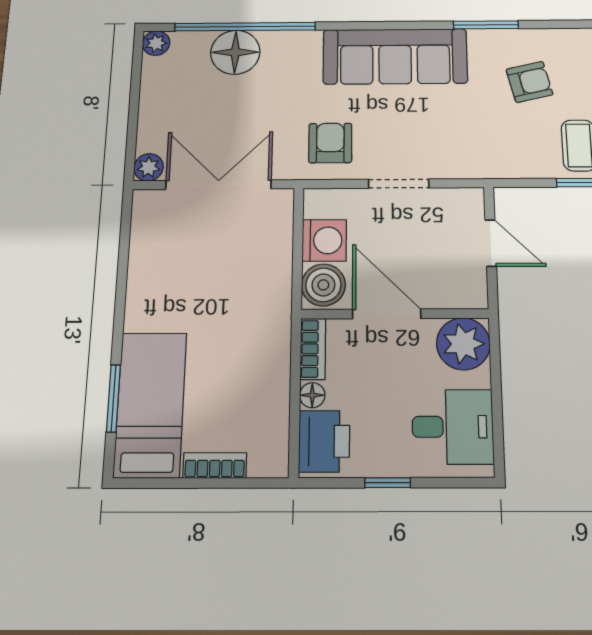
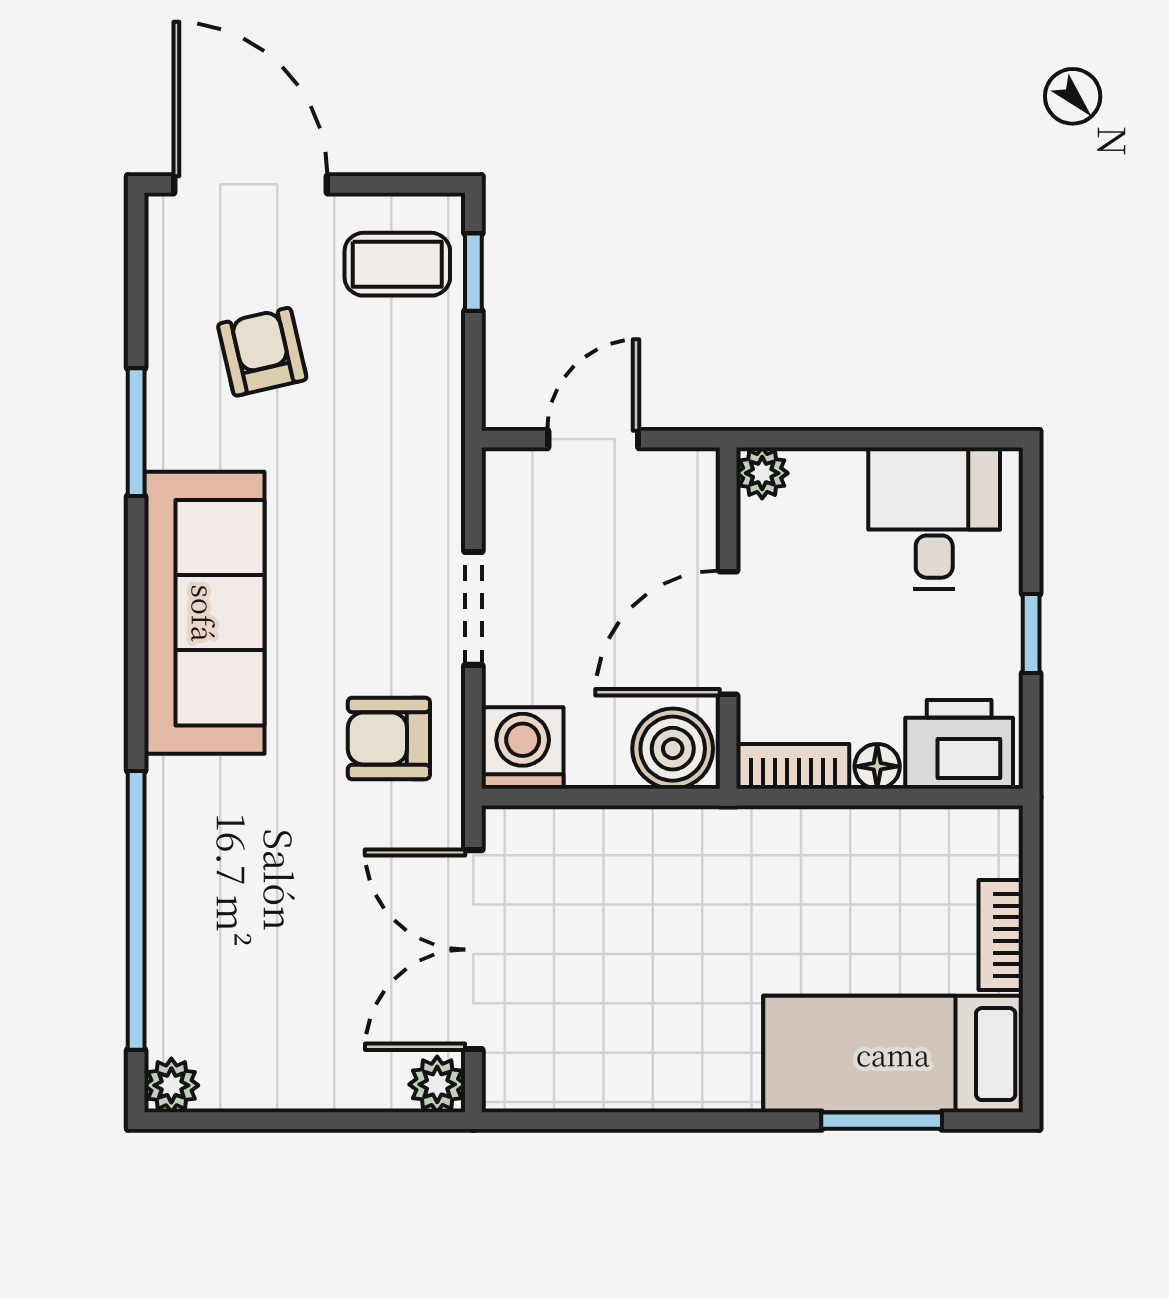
floor lamp: (235, 52) -> (193, 928), removed
washing machine: (324, 240) -> (523, 748), moved
plant: (463, 344) -> (762, 473), width x0.53, depth x0.53

